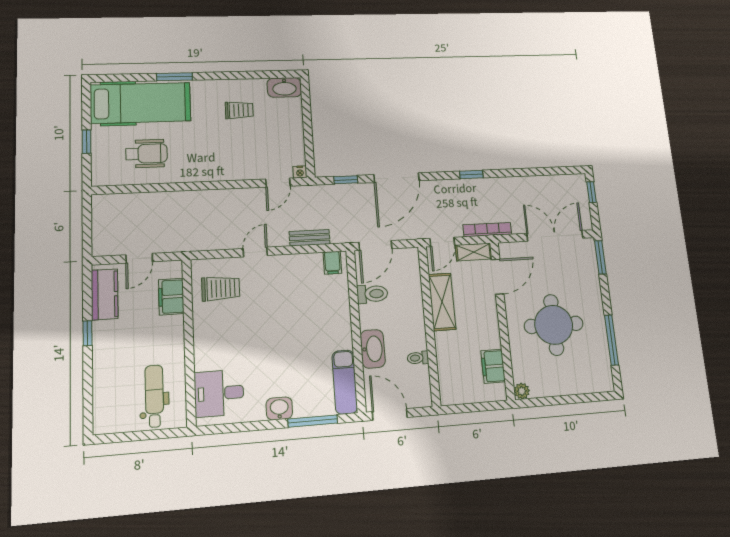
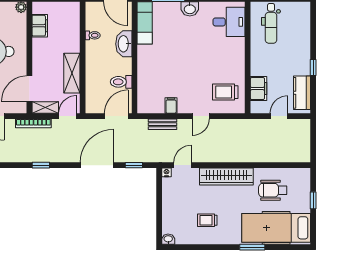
washbasin: (284, 87) -> (168, 239), width x0.52, depth x0.69
wardrobe: (215, 170) -> (226, 177), added
filing cabinet: (332, 263) -> (171, 105), moved

